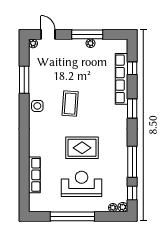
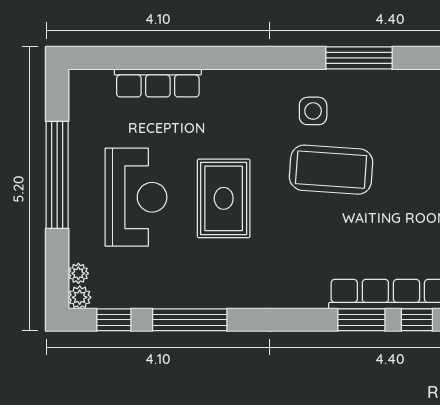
window: (24, 80) -> (359, 58), moved
coffee table: (70, 104) -> (331, 170), width x1.36, depth x1.32
side table: (37, 106) -> (313, 111), moved
window: (132, 108) -> (361, 320), moved

